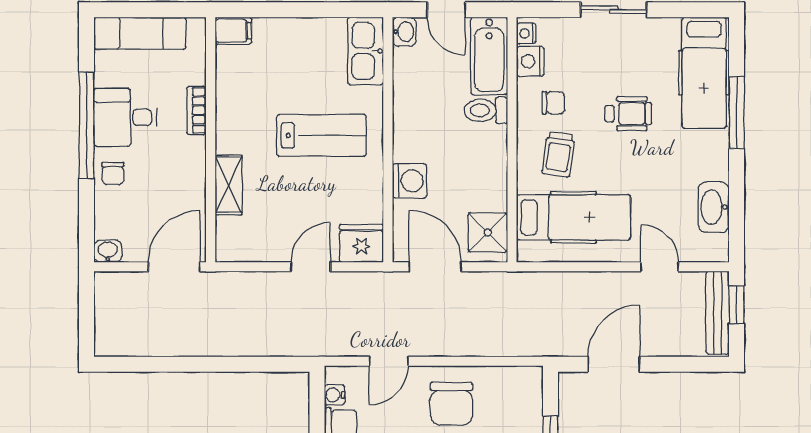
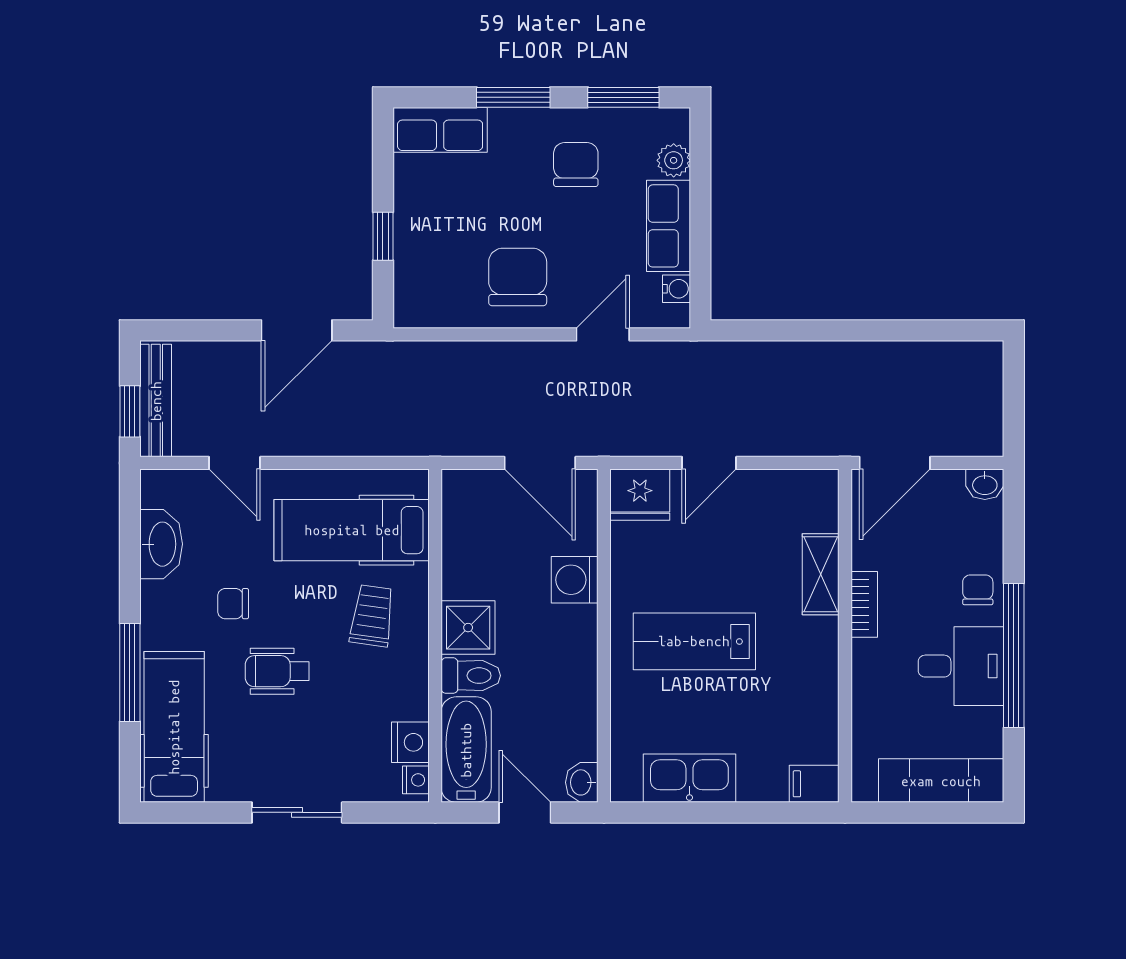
kitchen sink: (366, 51) -> (689, 778), moved, turned -90
chair: (553, 103) -> (233, 604), moved
bookcase: (196, 110) -> (864, 604), moved
shower: (488, 232) -> (468, 628), moved

